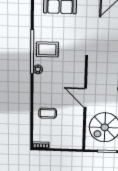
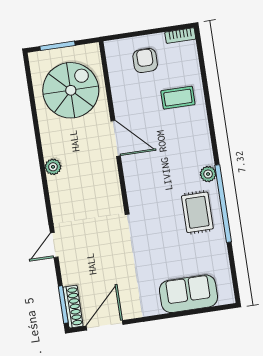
rug: (47, 49) -> (197, 212), turned 90
armchair: (62, 136) -> (145, 61), added

